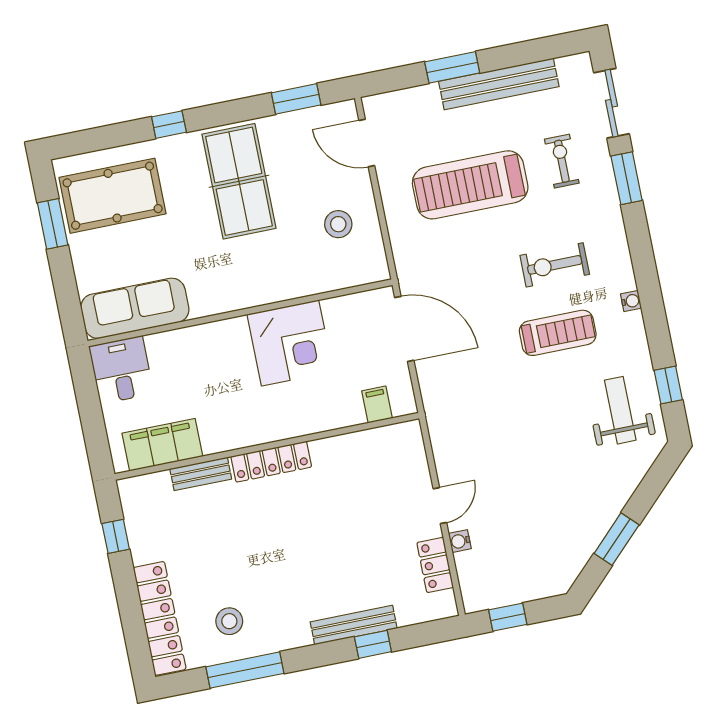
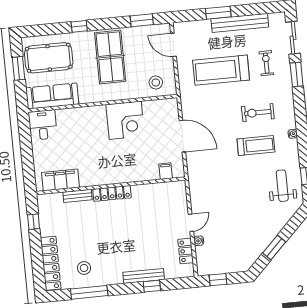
sofa: (135, 308) -> (52, 96), moved
wall: (240, 313) -> (103, 103), moved
corner desk: (290, 343) -> (125, 120), moved
desk: (121, 370) -> (43, 125), moved

